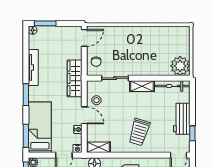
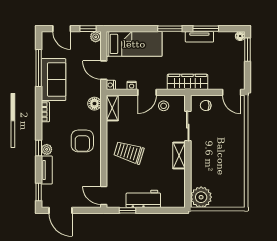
tv unit: (33, 67) -> (199, 37), width x0.71
bicycle: (173, 86) -> (179, 189), removed
window: (26, 136) -> (206, 29), moved

